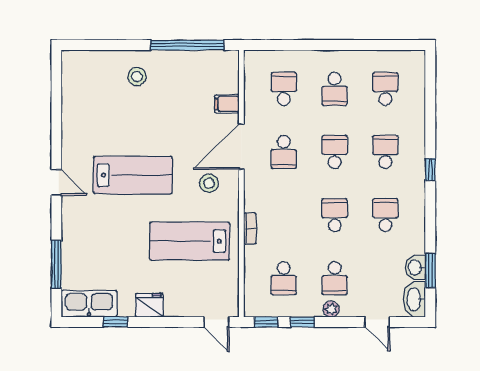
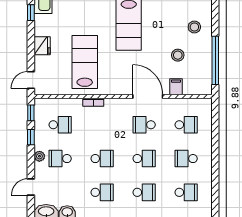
stool: (209, 183) -> (178, 55), moved
school desk: (284, 278) -> (60, 125), turned 180
fridge: (149, 305) -> (42, 46), moved

